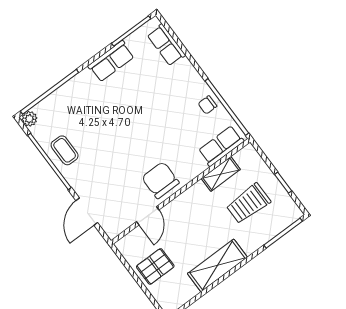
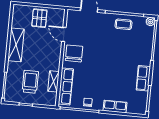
row of seats: (166, 45) -> (115, 107), moved
row of seats: (221, 146) -> (66, 86), width x1.48
chair: (160, 180) -> (74, 53), turned -90

